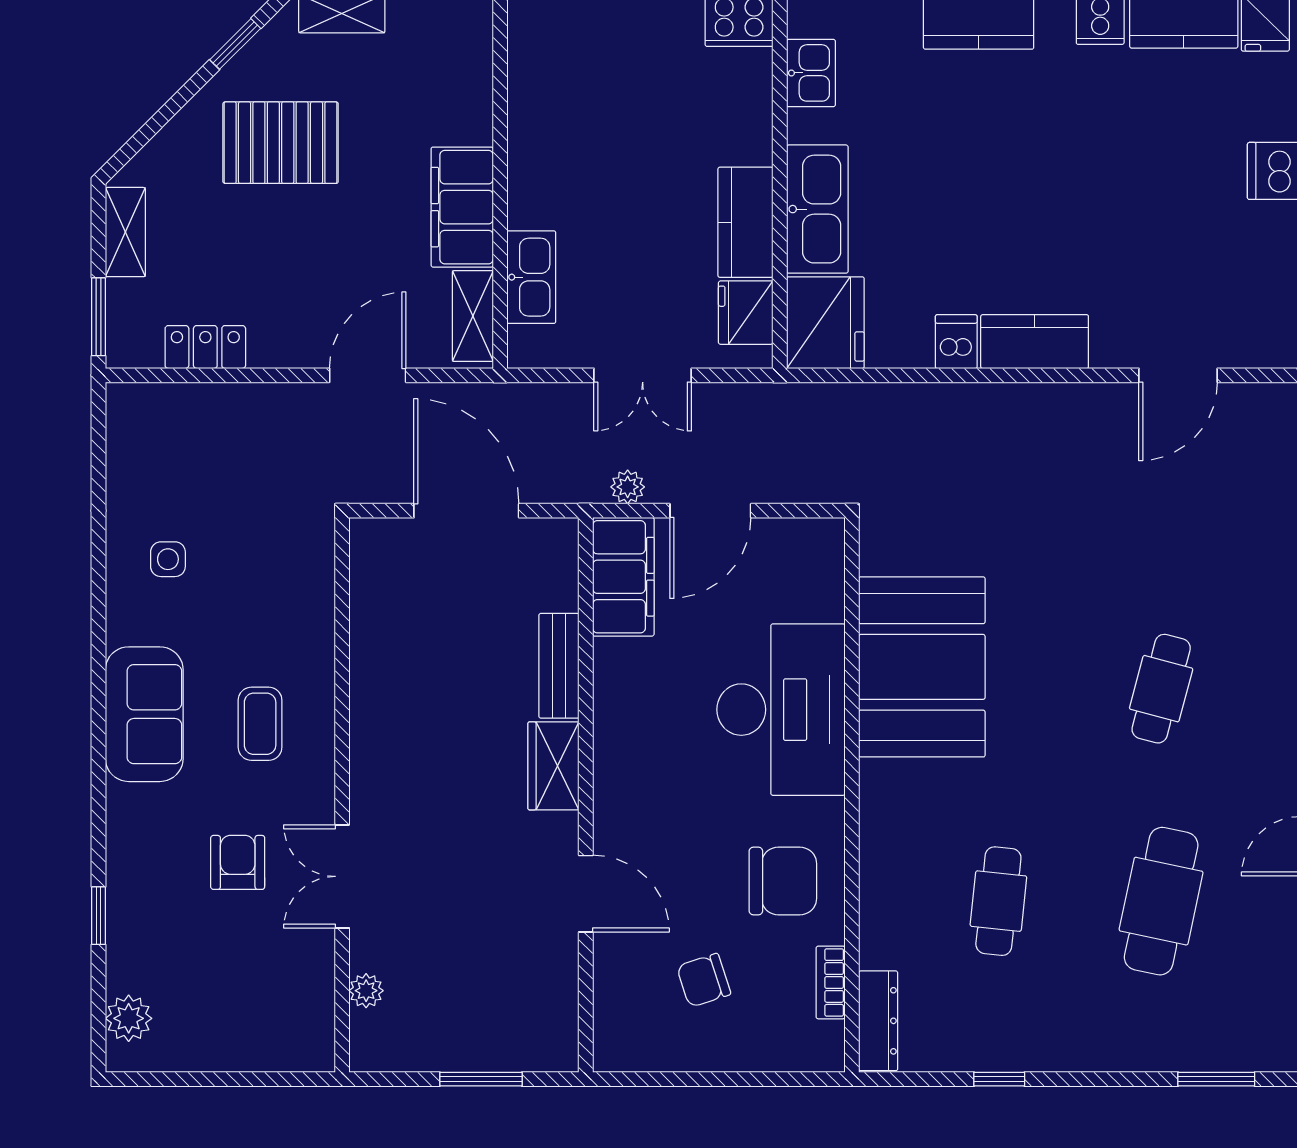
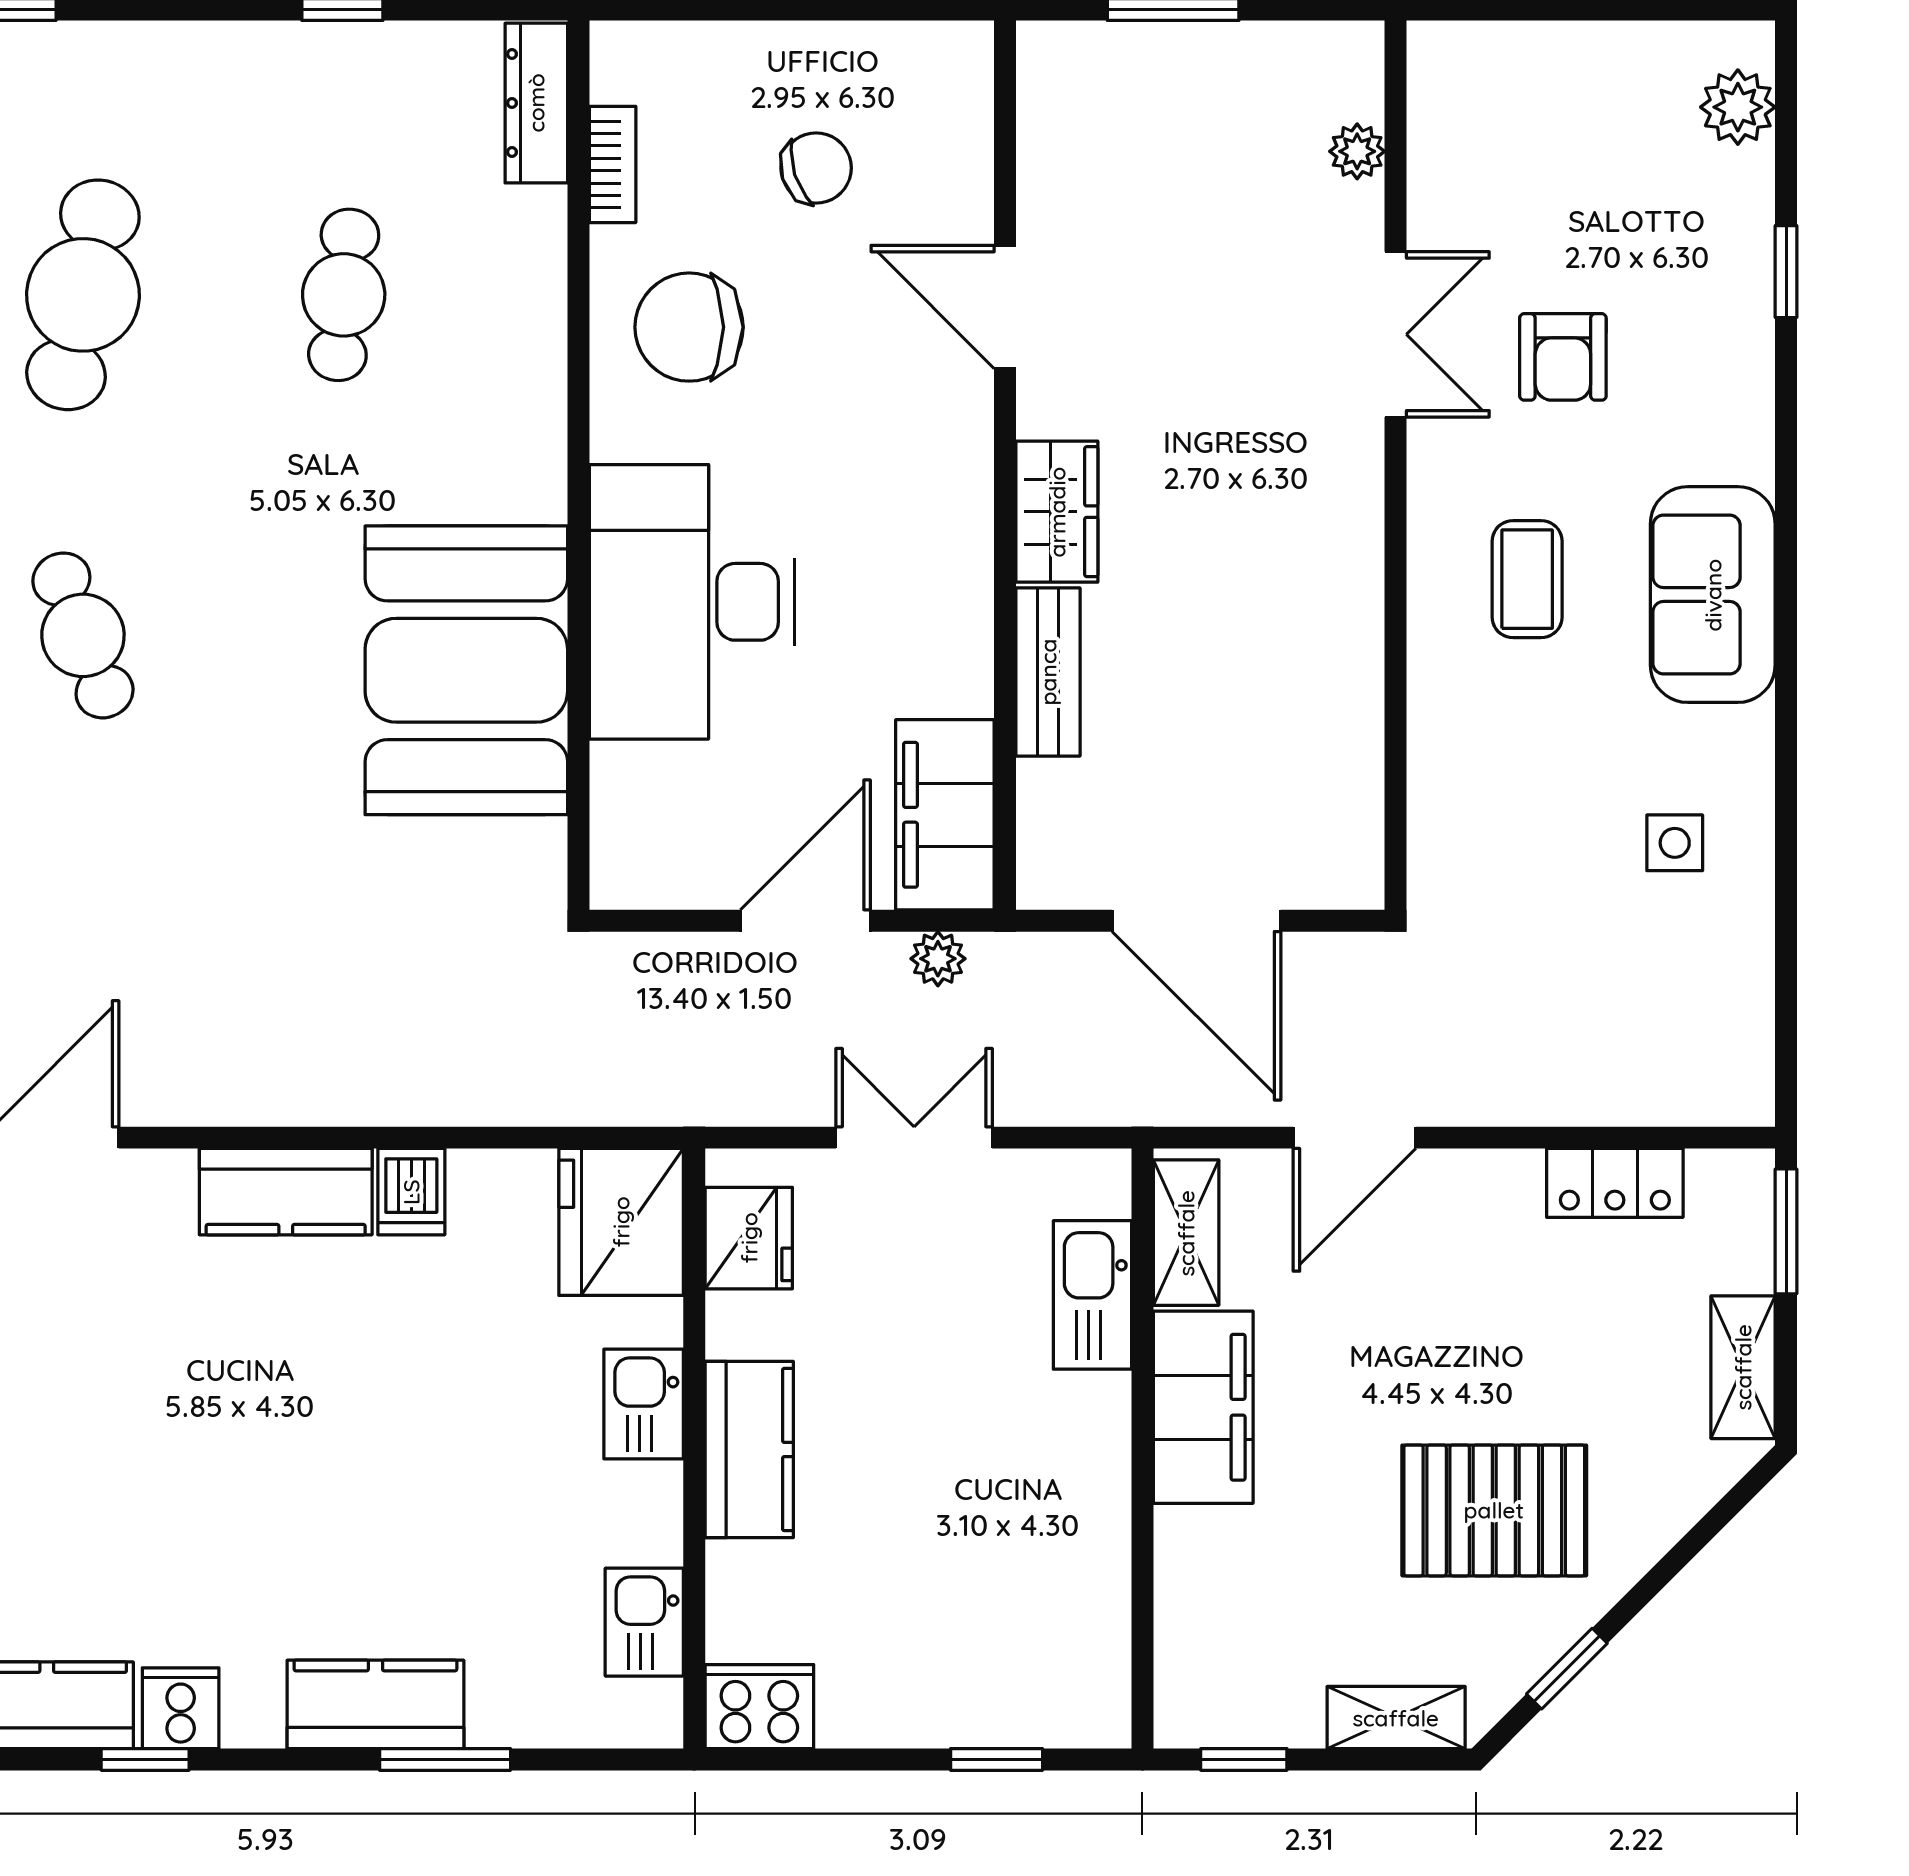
kitchen sink: (817, 209) -> (644, 1404), width x0.53, depth x0.81
kitchen counter: (745, 222) -> (749, 1450), moved
cafe table: (1161, 689) -> (83, 635), turned -36

